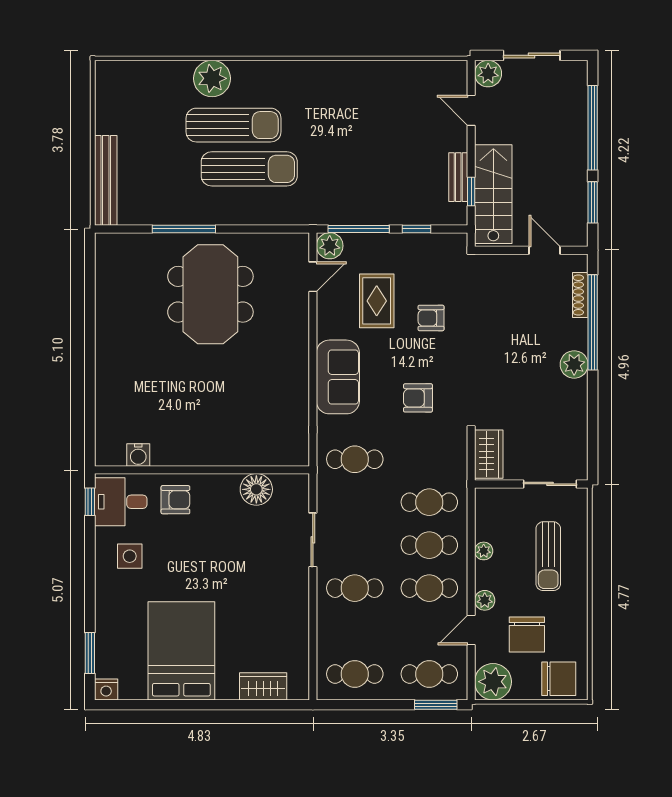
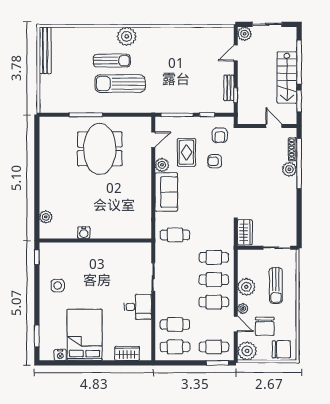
plant: (212, 78) -> (127, 36), moved
door: (471, 110) -> (236, 53), hinge flipped
sun lounger: (234, 125) -> (112, 61), width x0.73, depth x0.75
sun lounger: (249, 169) -> (120, 84), turned 180
bench: (106, 180) -> (45, 50), moved
stairs: (493, 194) -> (287, 77), moved, turned 180
plant: (330, 246) -> (162, 165), moved
plant: (574, 364) -> (289, 169), moved
armchair: (418, 398) -> (220, 135), moved, turned -90
plant: (107, 425) -> (46, 217), added
water cooler: (138, 455) -> (84, 233), moved
floor lamp: (256, 489) -> (124, 251), removed
armchair: (175, 500) -> (81, 256), removed
desk: (121, 502) -> (138, 307), moved, turned 180
plant: (484, 551) -> (246, 287), width x1.88, depth x1.88
cafe table: (355, 588) -> (175, 324), moved
door: (471, 630) -> (236, 324), swing flipped
nightstand: (106, 689) -> (60, 355), moved

